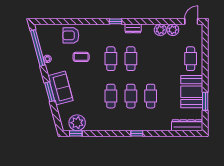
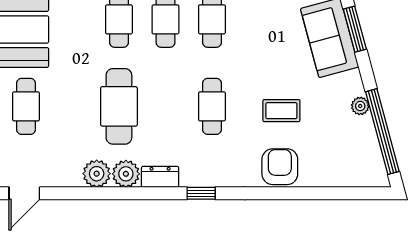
plant: (173, 30) -> (126, 174), moved
armchair: (71, 35) -> (280, 167), moved, turned -90
cafe table: (131, 59) -> (119, 106), moved, width x1.37, depth x1.35

